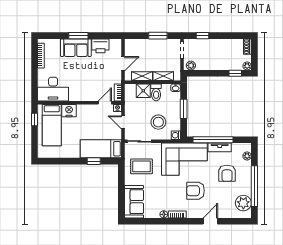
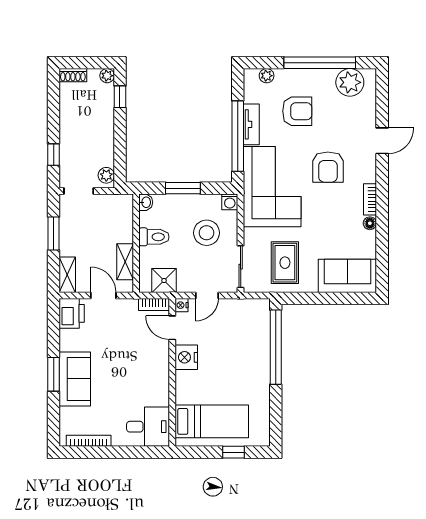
printer: (100, 46) -> (72, 313), moved
shelving: (163, 76) -> (67, 275), moved
desk: (53, 89) -> (148, 427), width x0.73
shower: (143, 91) -> (164, 281), moved
nightstand: (69, 111) -> (186, 357), moved
window: (34, 119) -> (233, 452), moved
bed: (101, 149) -> (254, 335), removed
window: (94, 161) -> (276, 347), width x3.17
door: (210, 221) -> (382, 141), swing flipped

